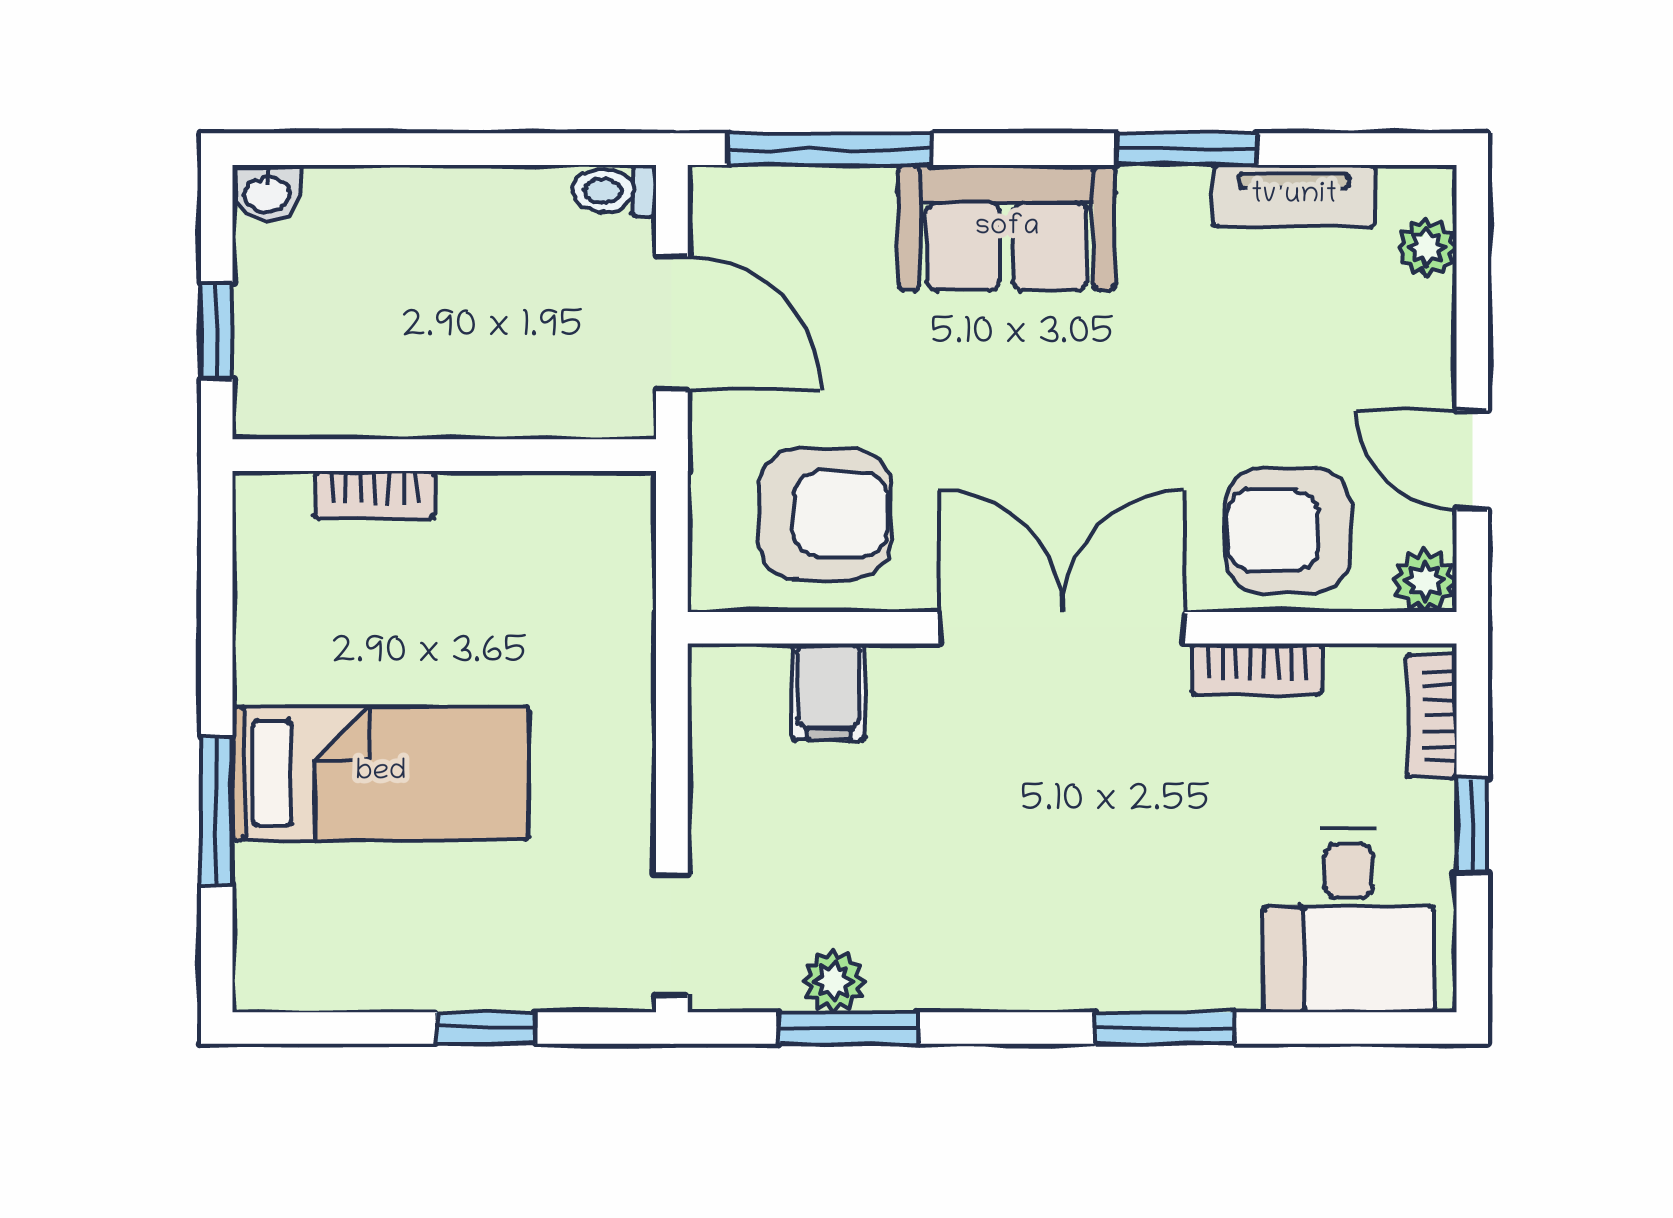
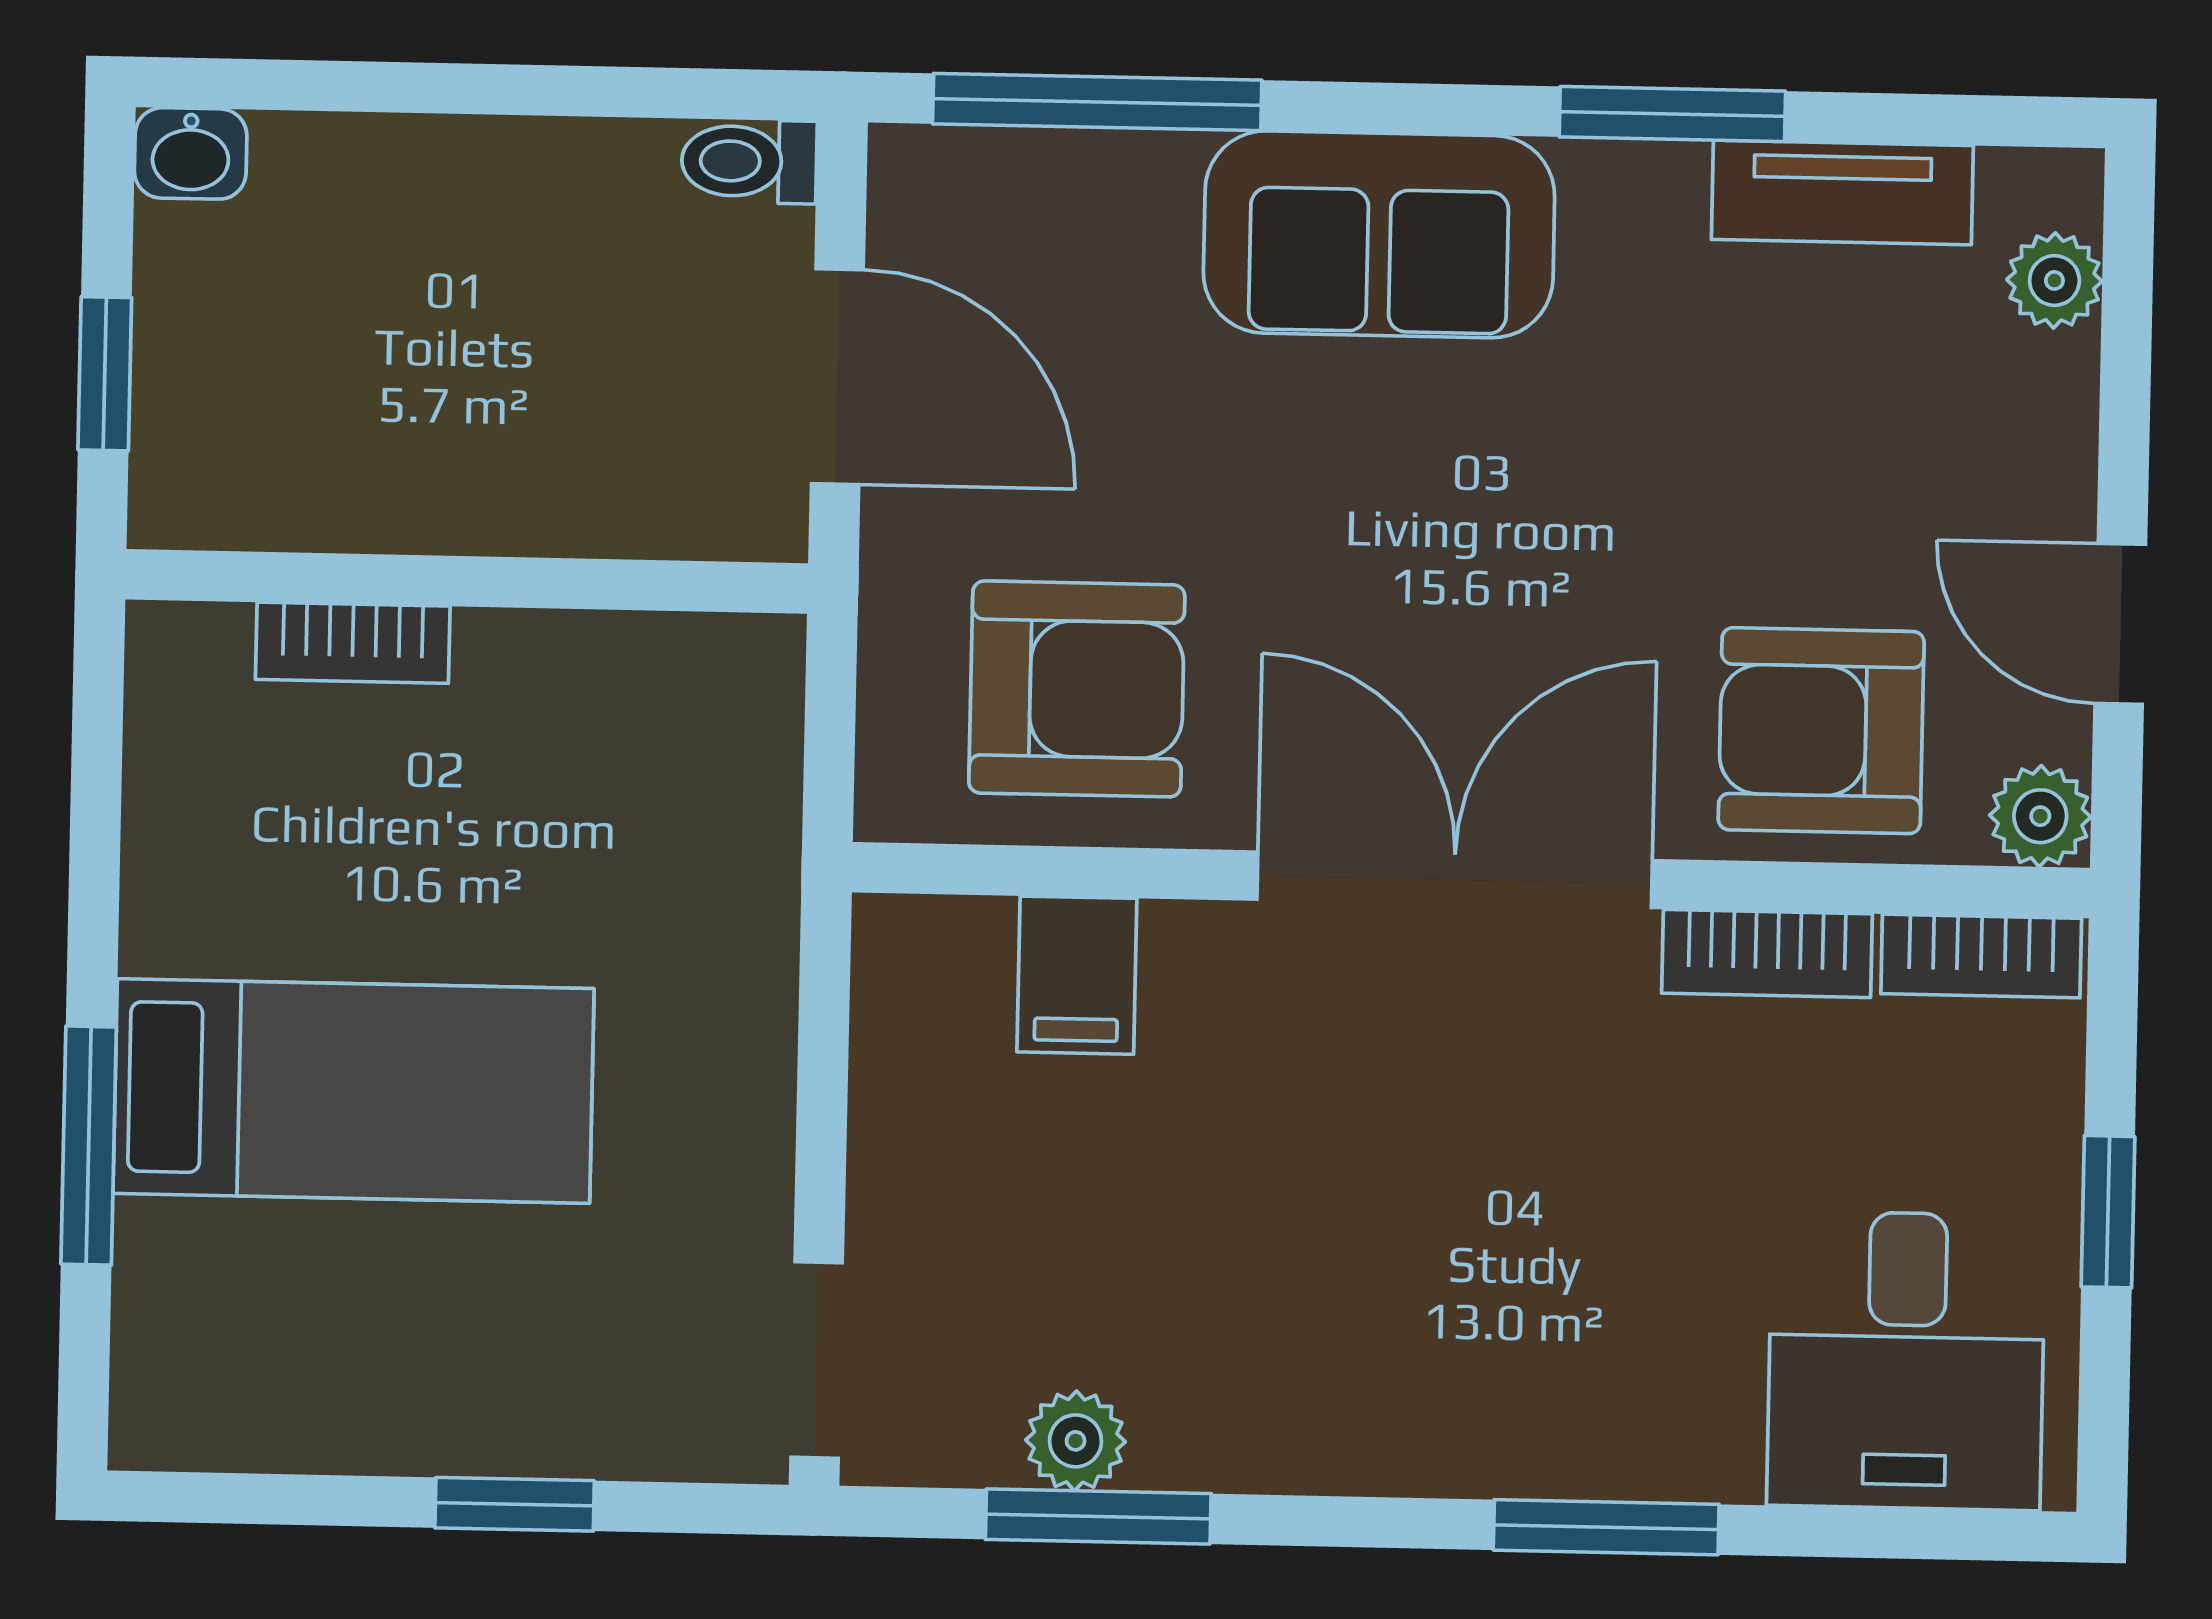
bookcase: (1432, 716) -> (1981, 956), moved, turned -90

